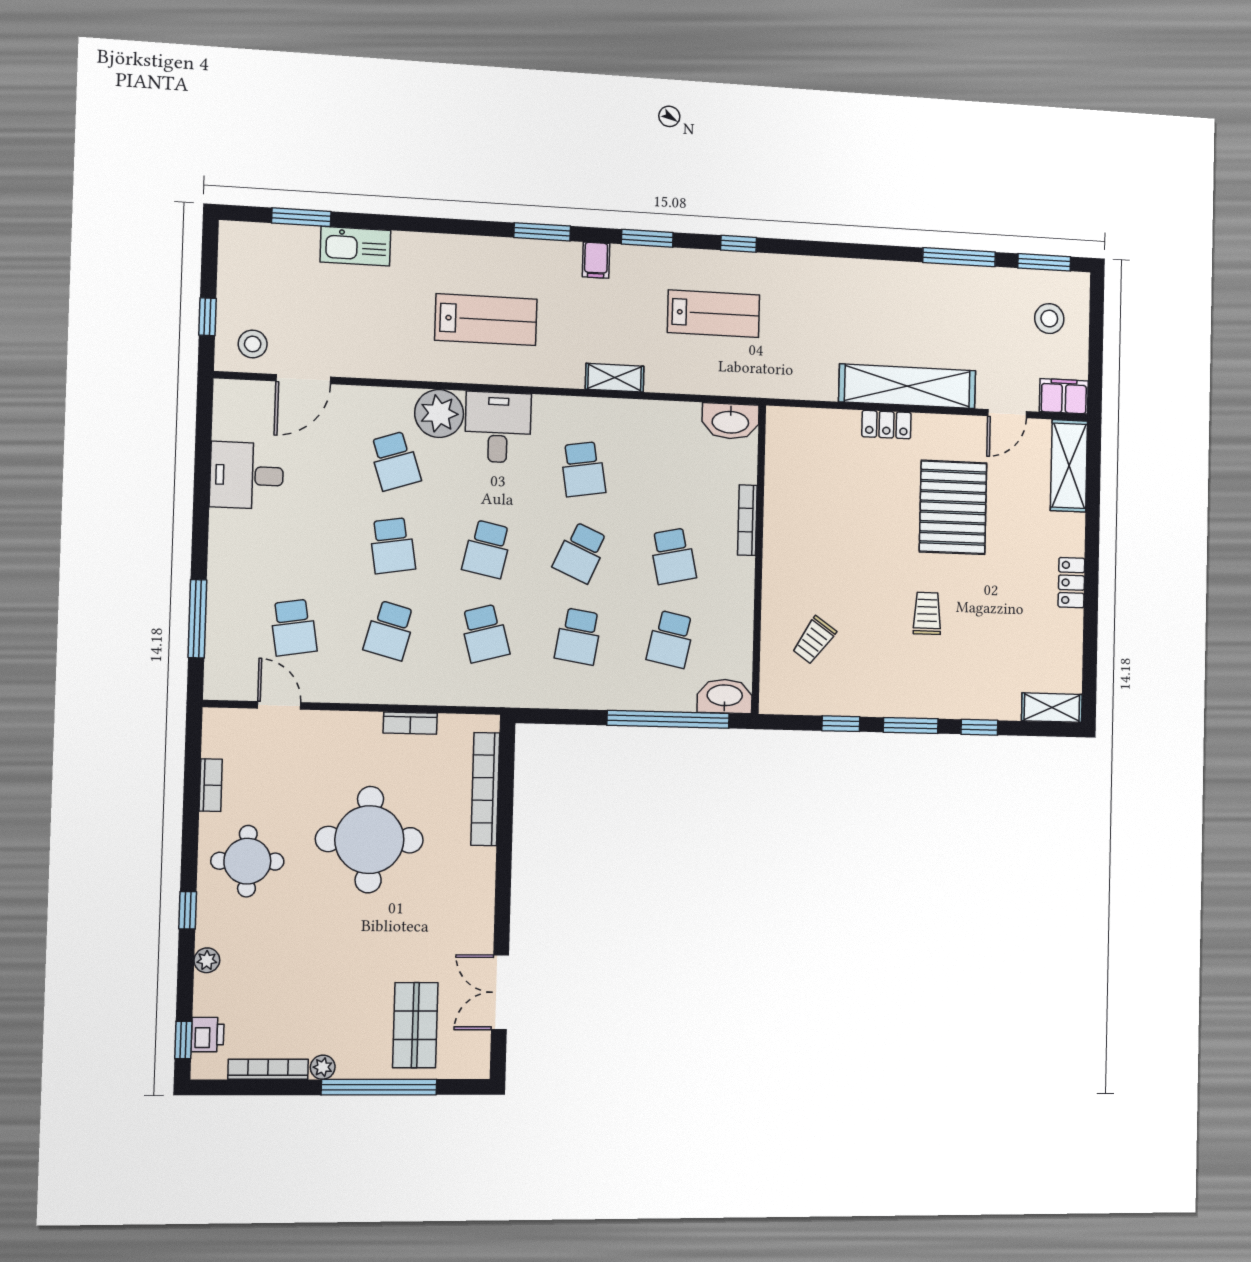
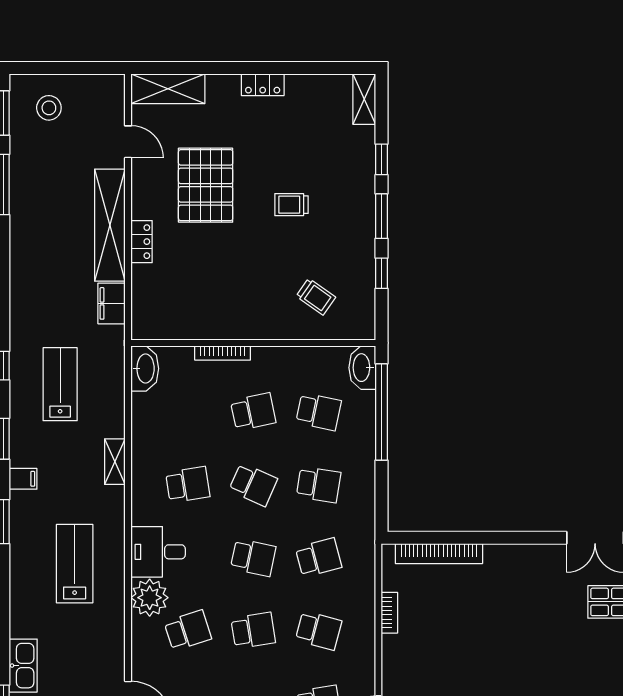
filing cabinet: (1064, 396) -> (112, 303), moved
pallet: (953, 507) -> (206, 185), turned 90
round table: (369, 840) -> (479, 641), removed

